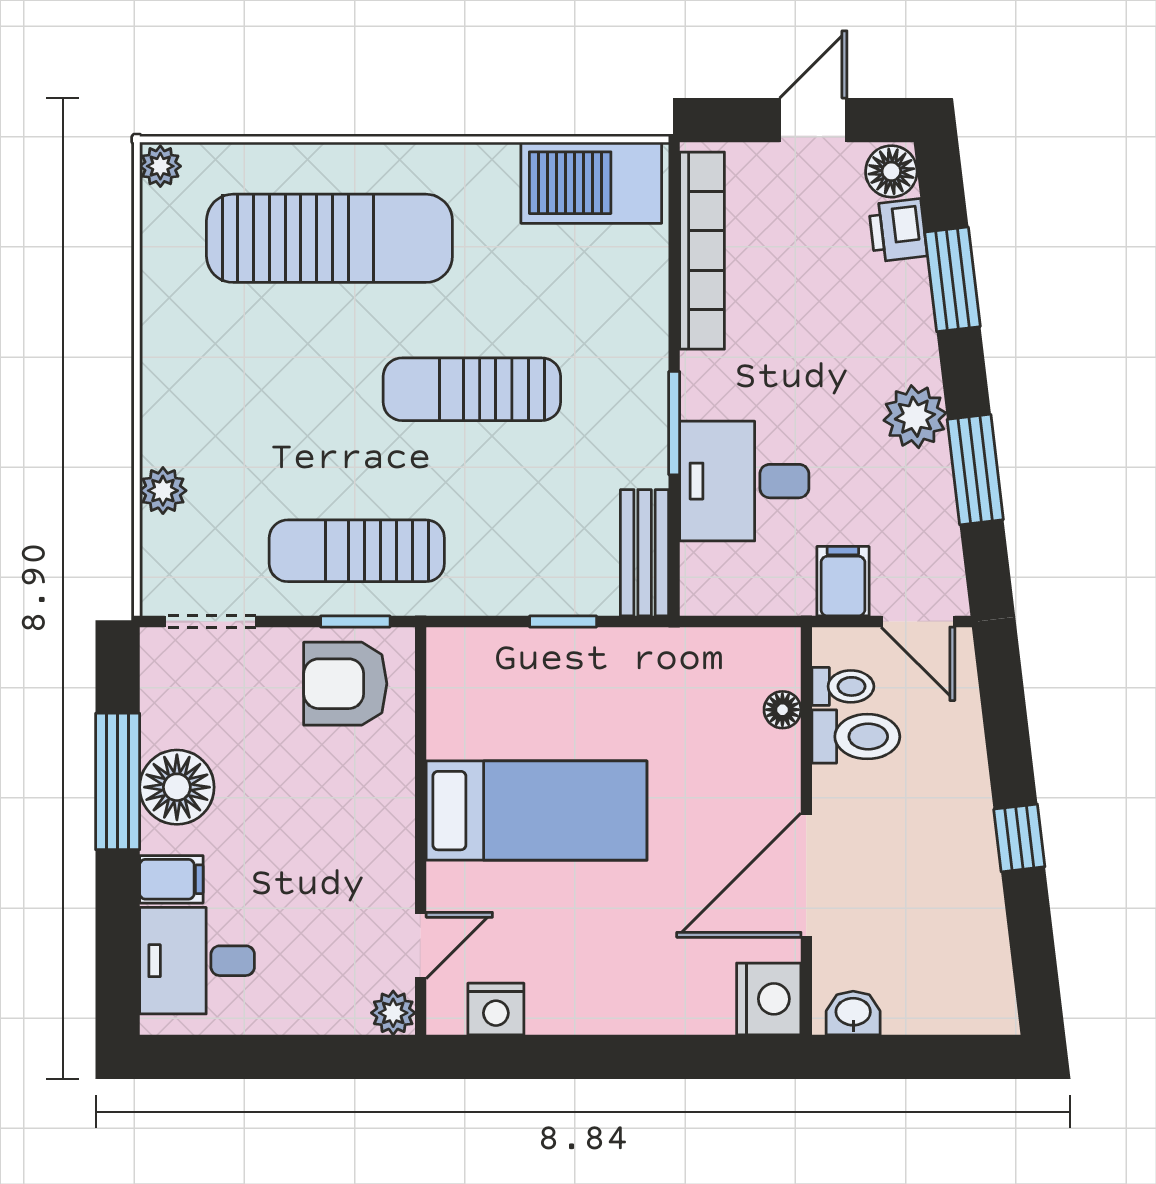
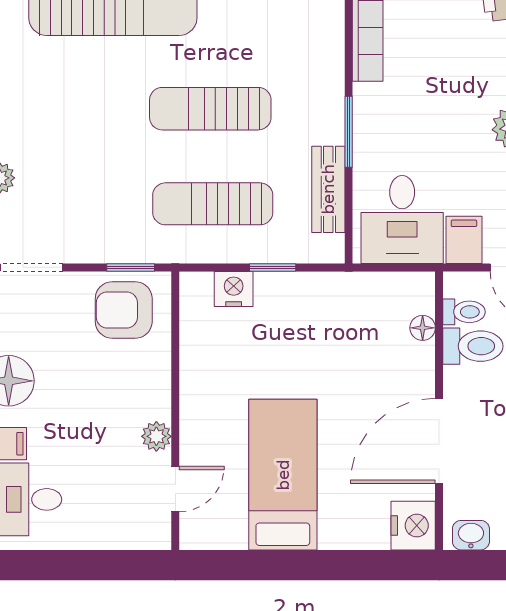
desk: (744, 481) -> (402, 220), moved, turned -90
sun lounger: (357, 551) -> (213, 204), moved
bench: (645, 553) -> (328, 189), moved
bed: (537, 811) -> (283, 475), moved, turned -90
nightstand: (496, 1009) -> (234, 289), moved, turned 180
plant: (393, 1013) -> (156, 436), moved

